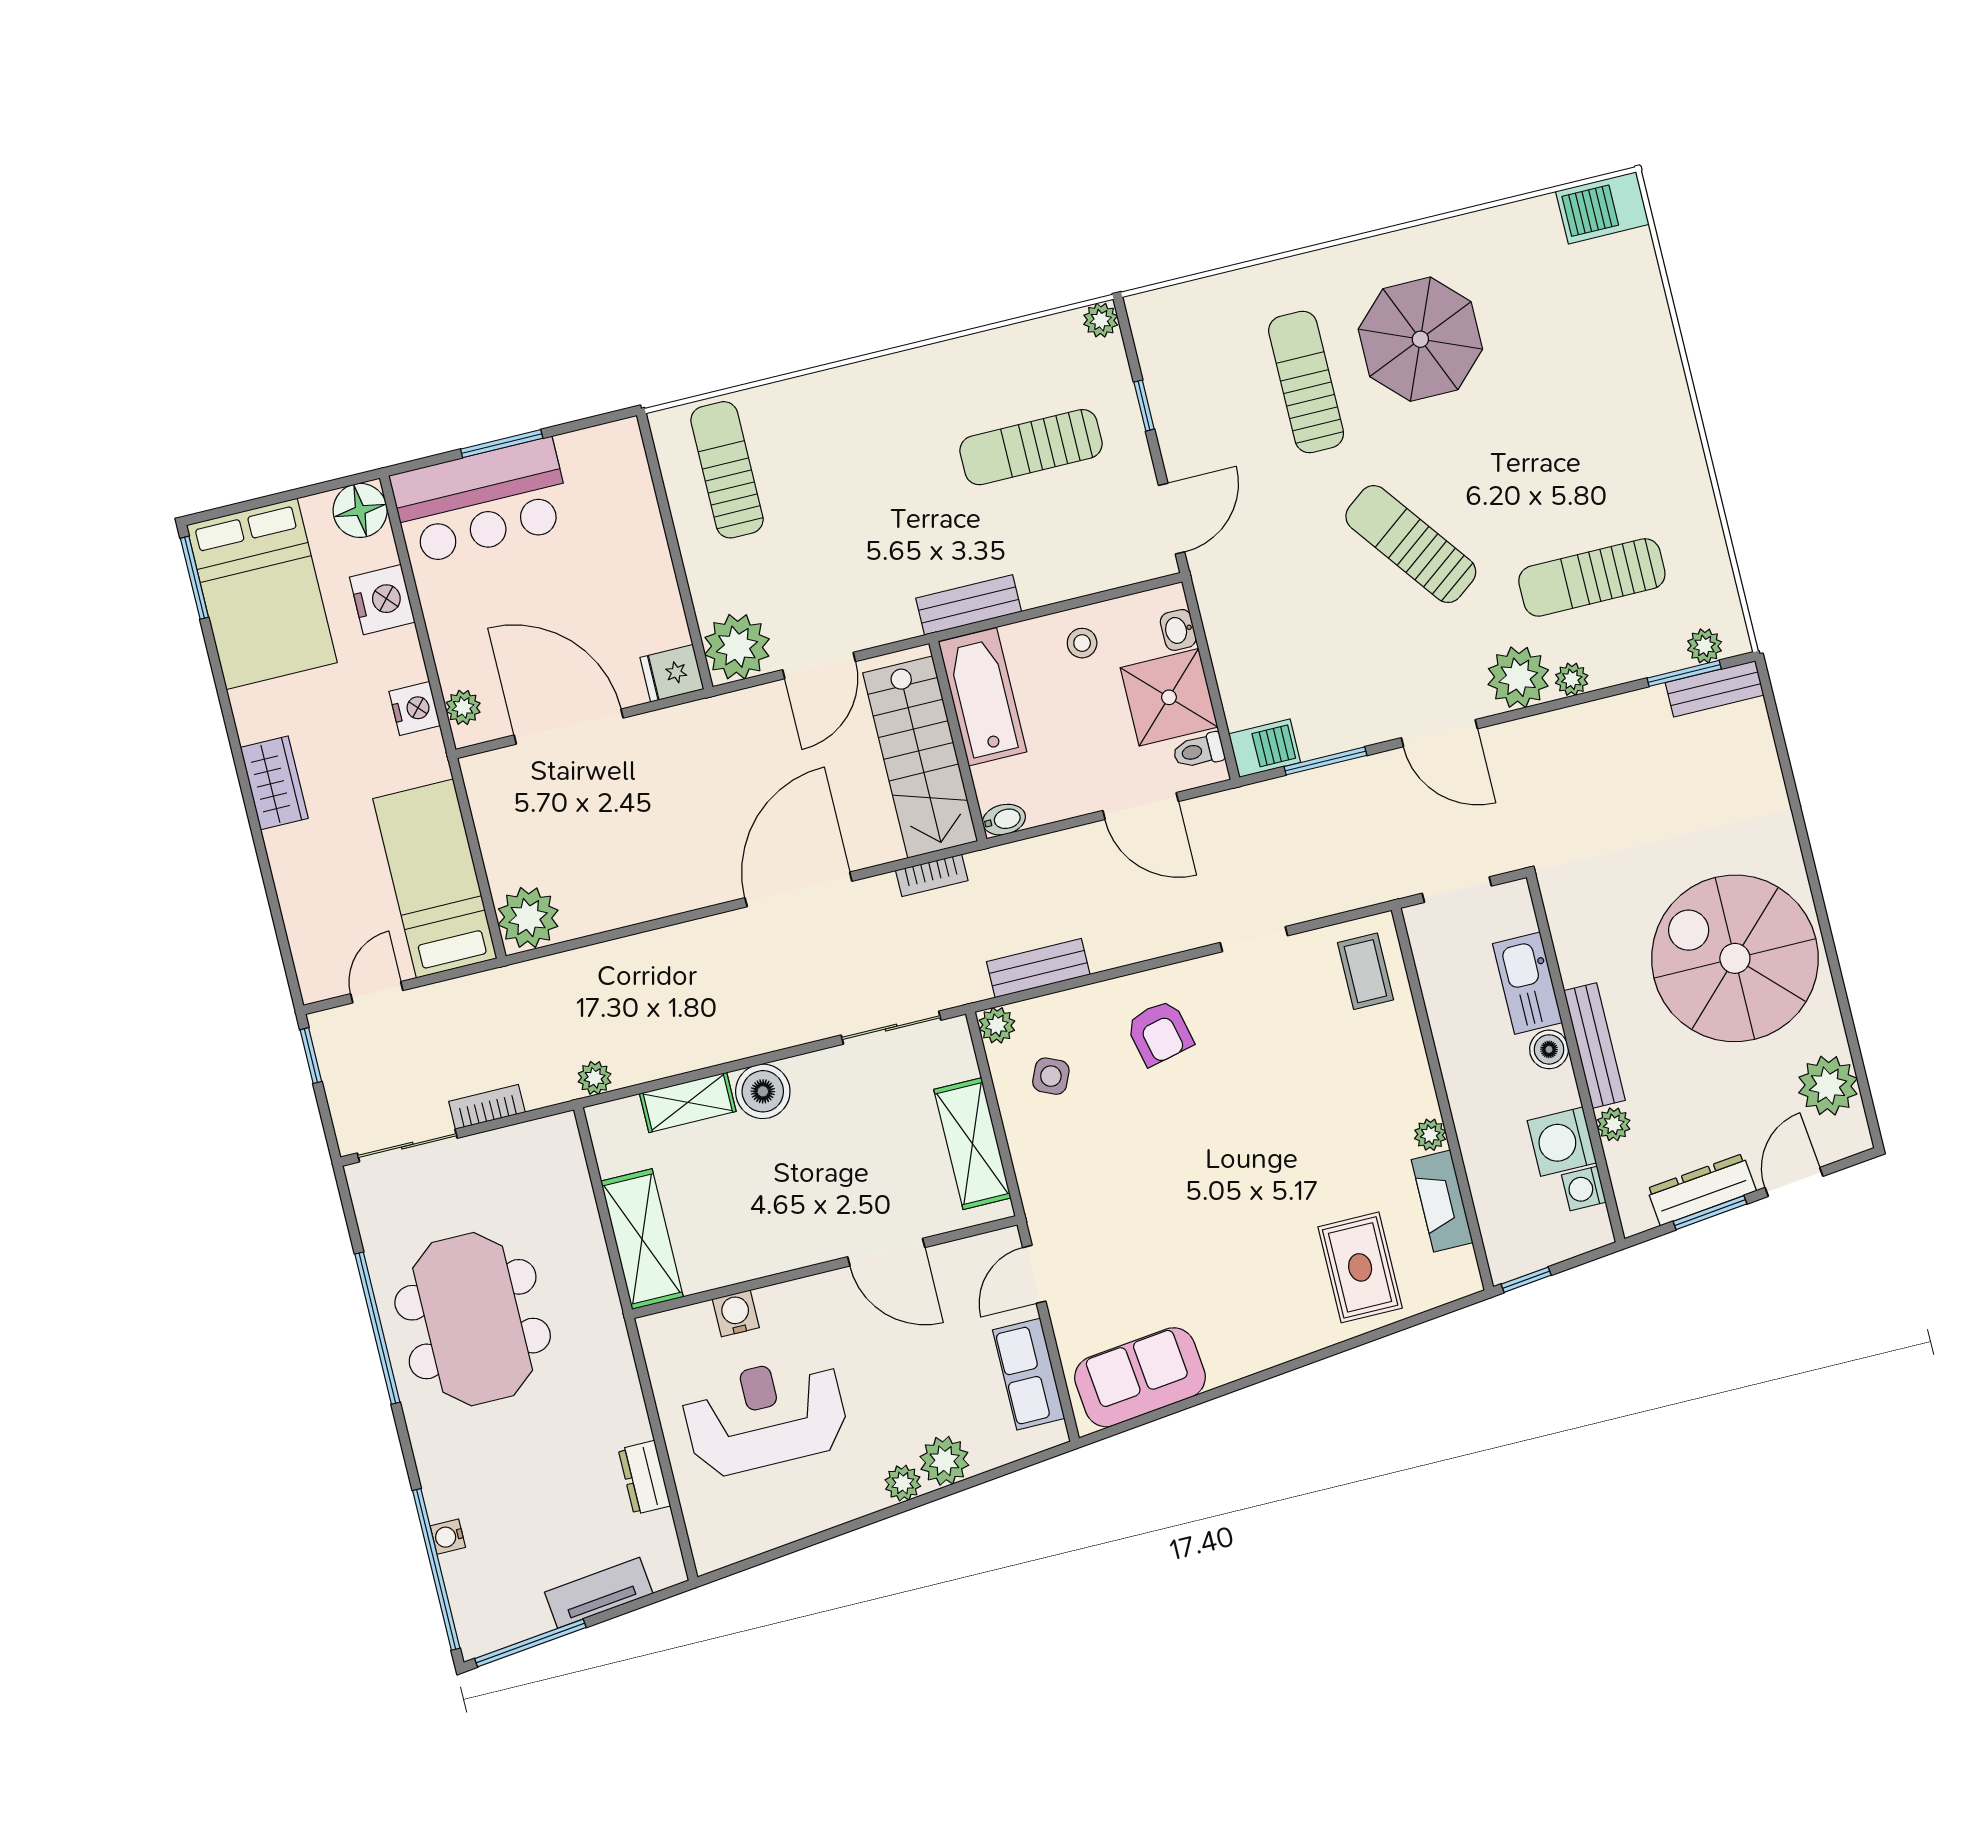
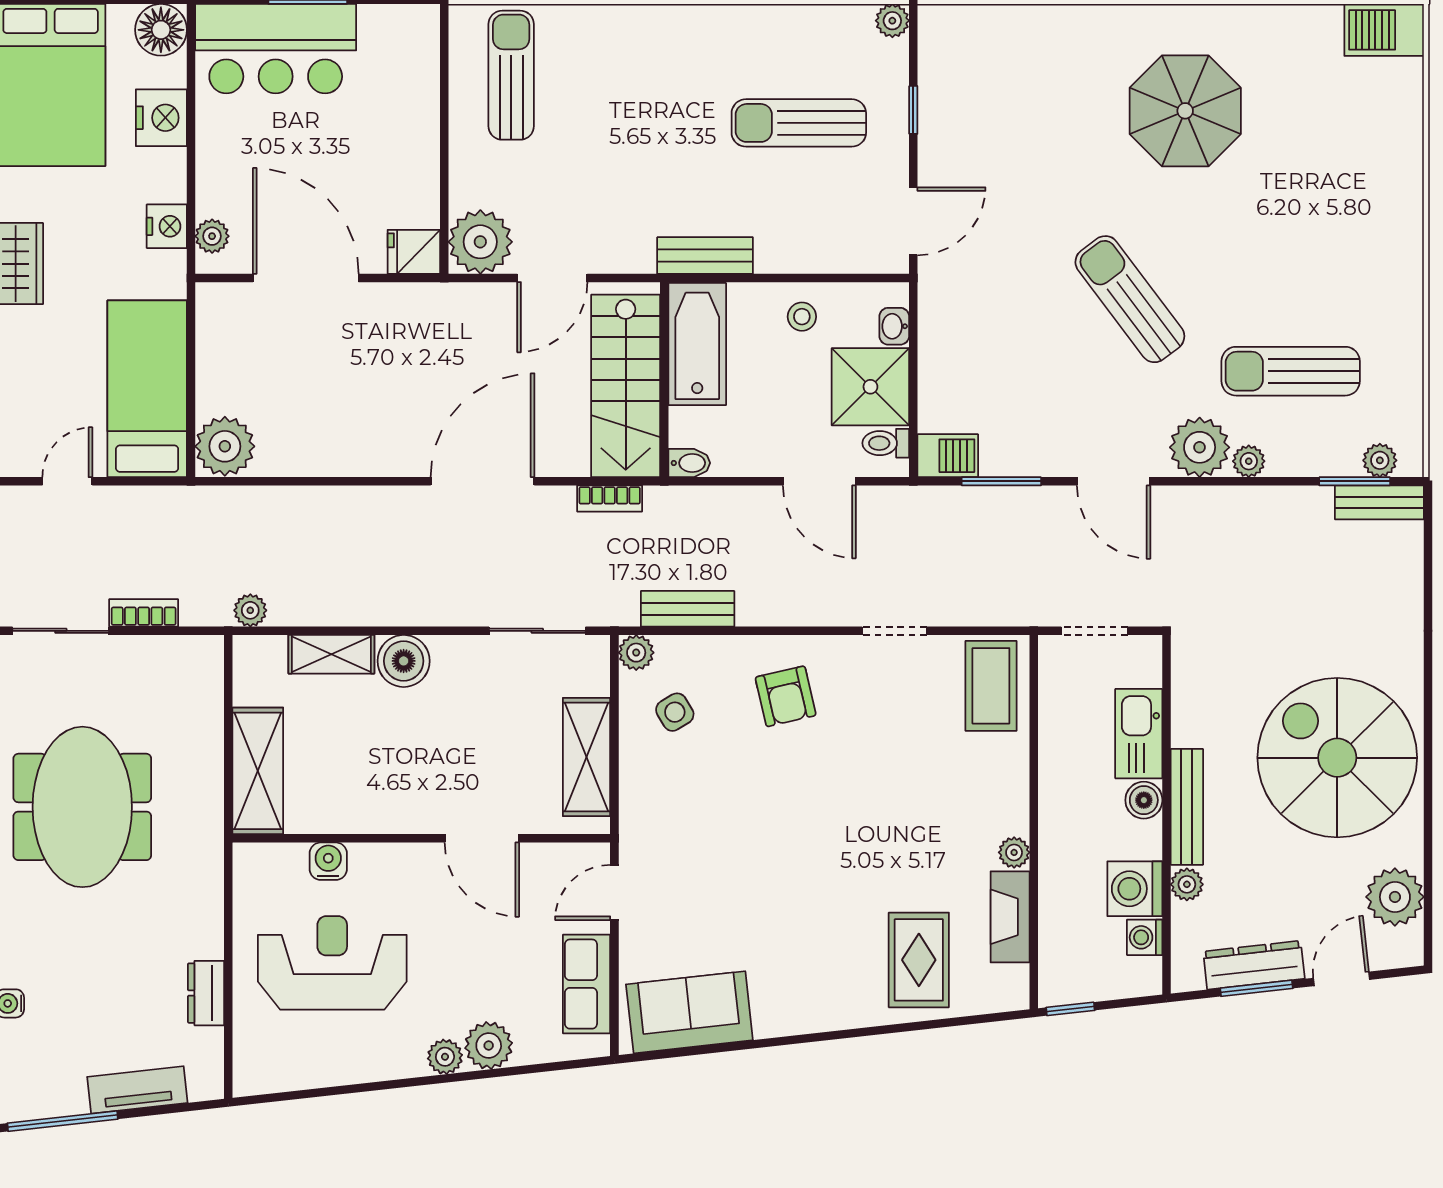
sun lounger: (1306, 382) -> (1069, 125), removed
coffee table: (1365, 971) -> (991, 686), width x1.36, depth x1.30
side table: (1051, 1076) -> (675, 712), turned 35

